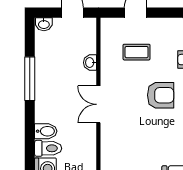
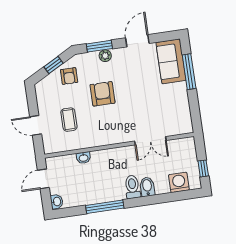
double door: (98, 104) -> (150, 141), moved
toilet: (48, 148) -> (132, 187), moved

